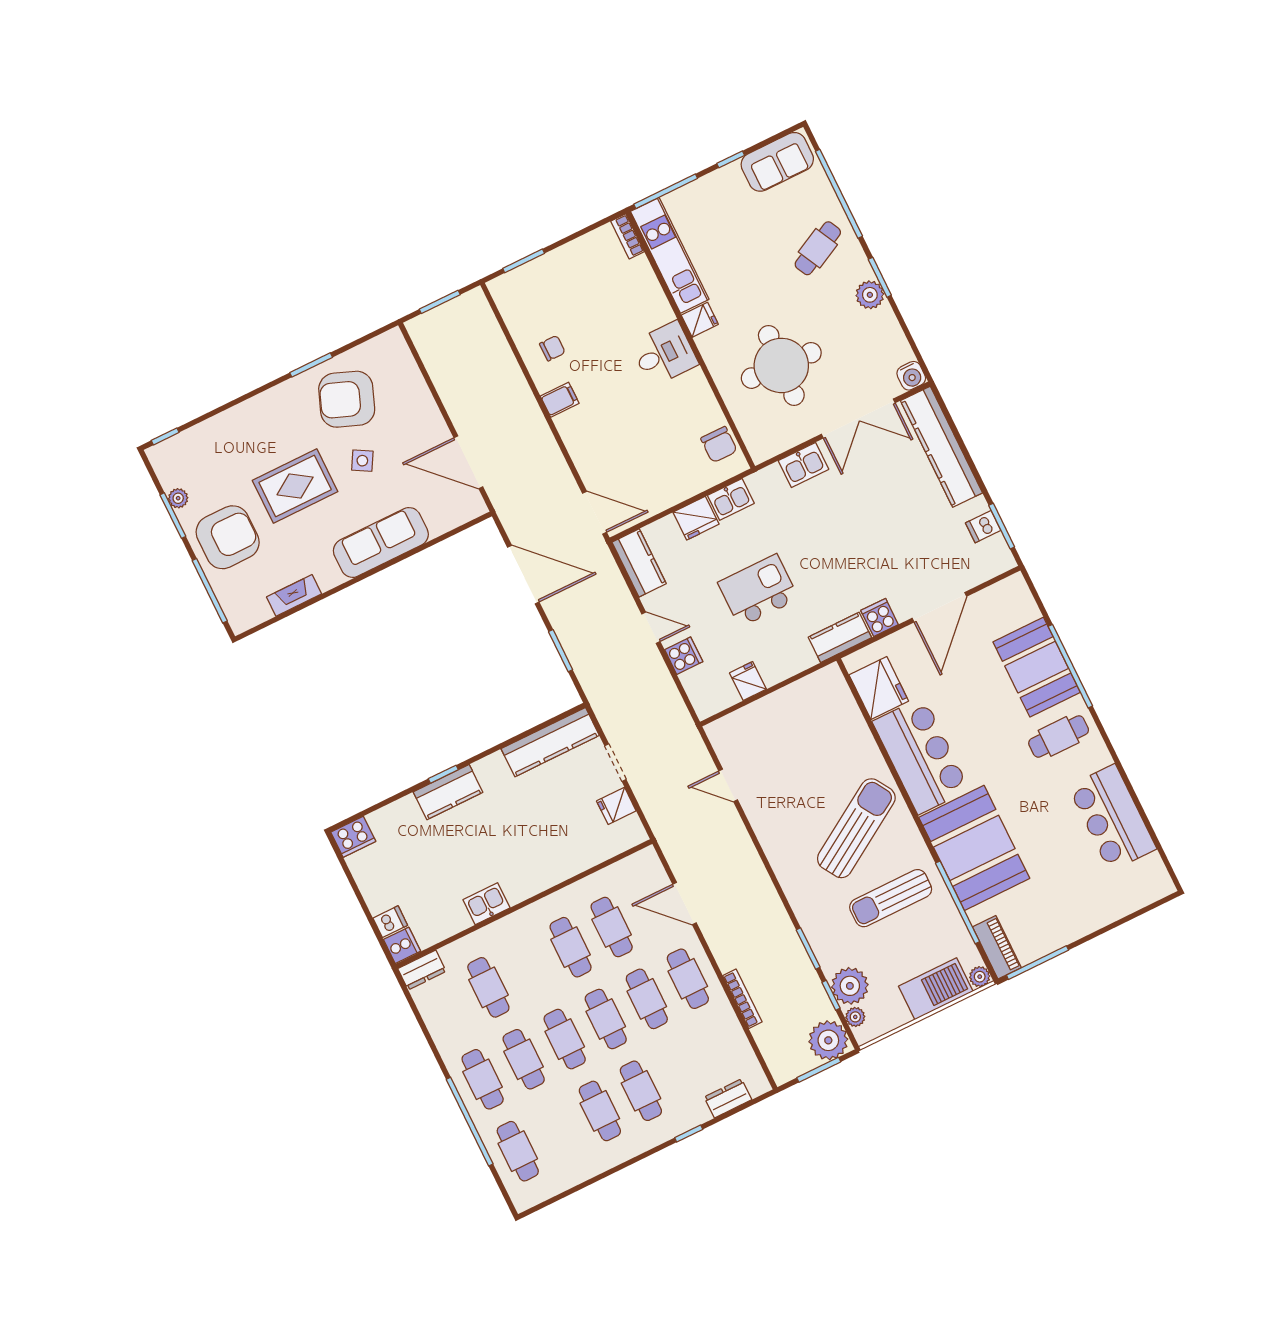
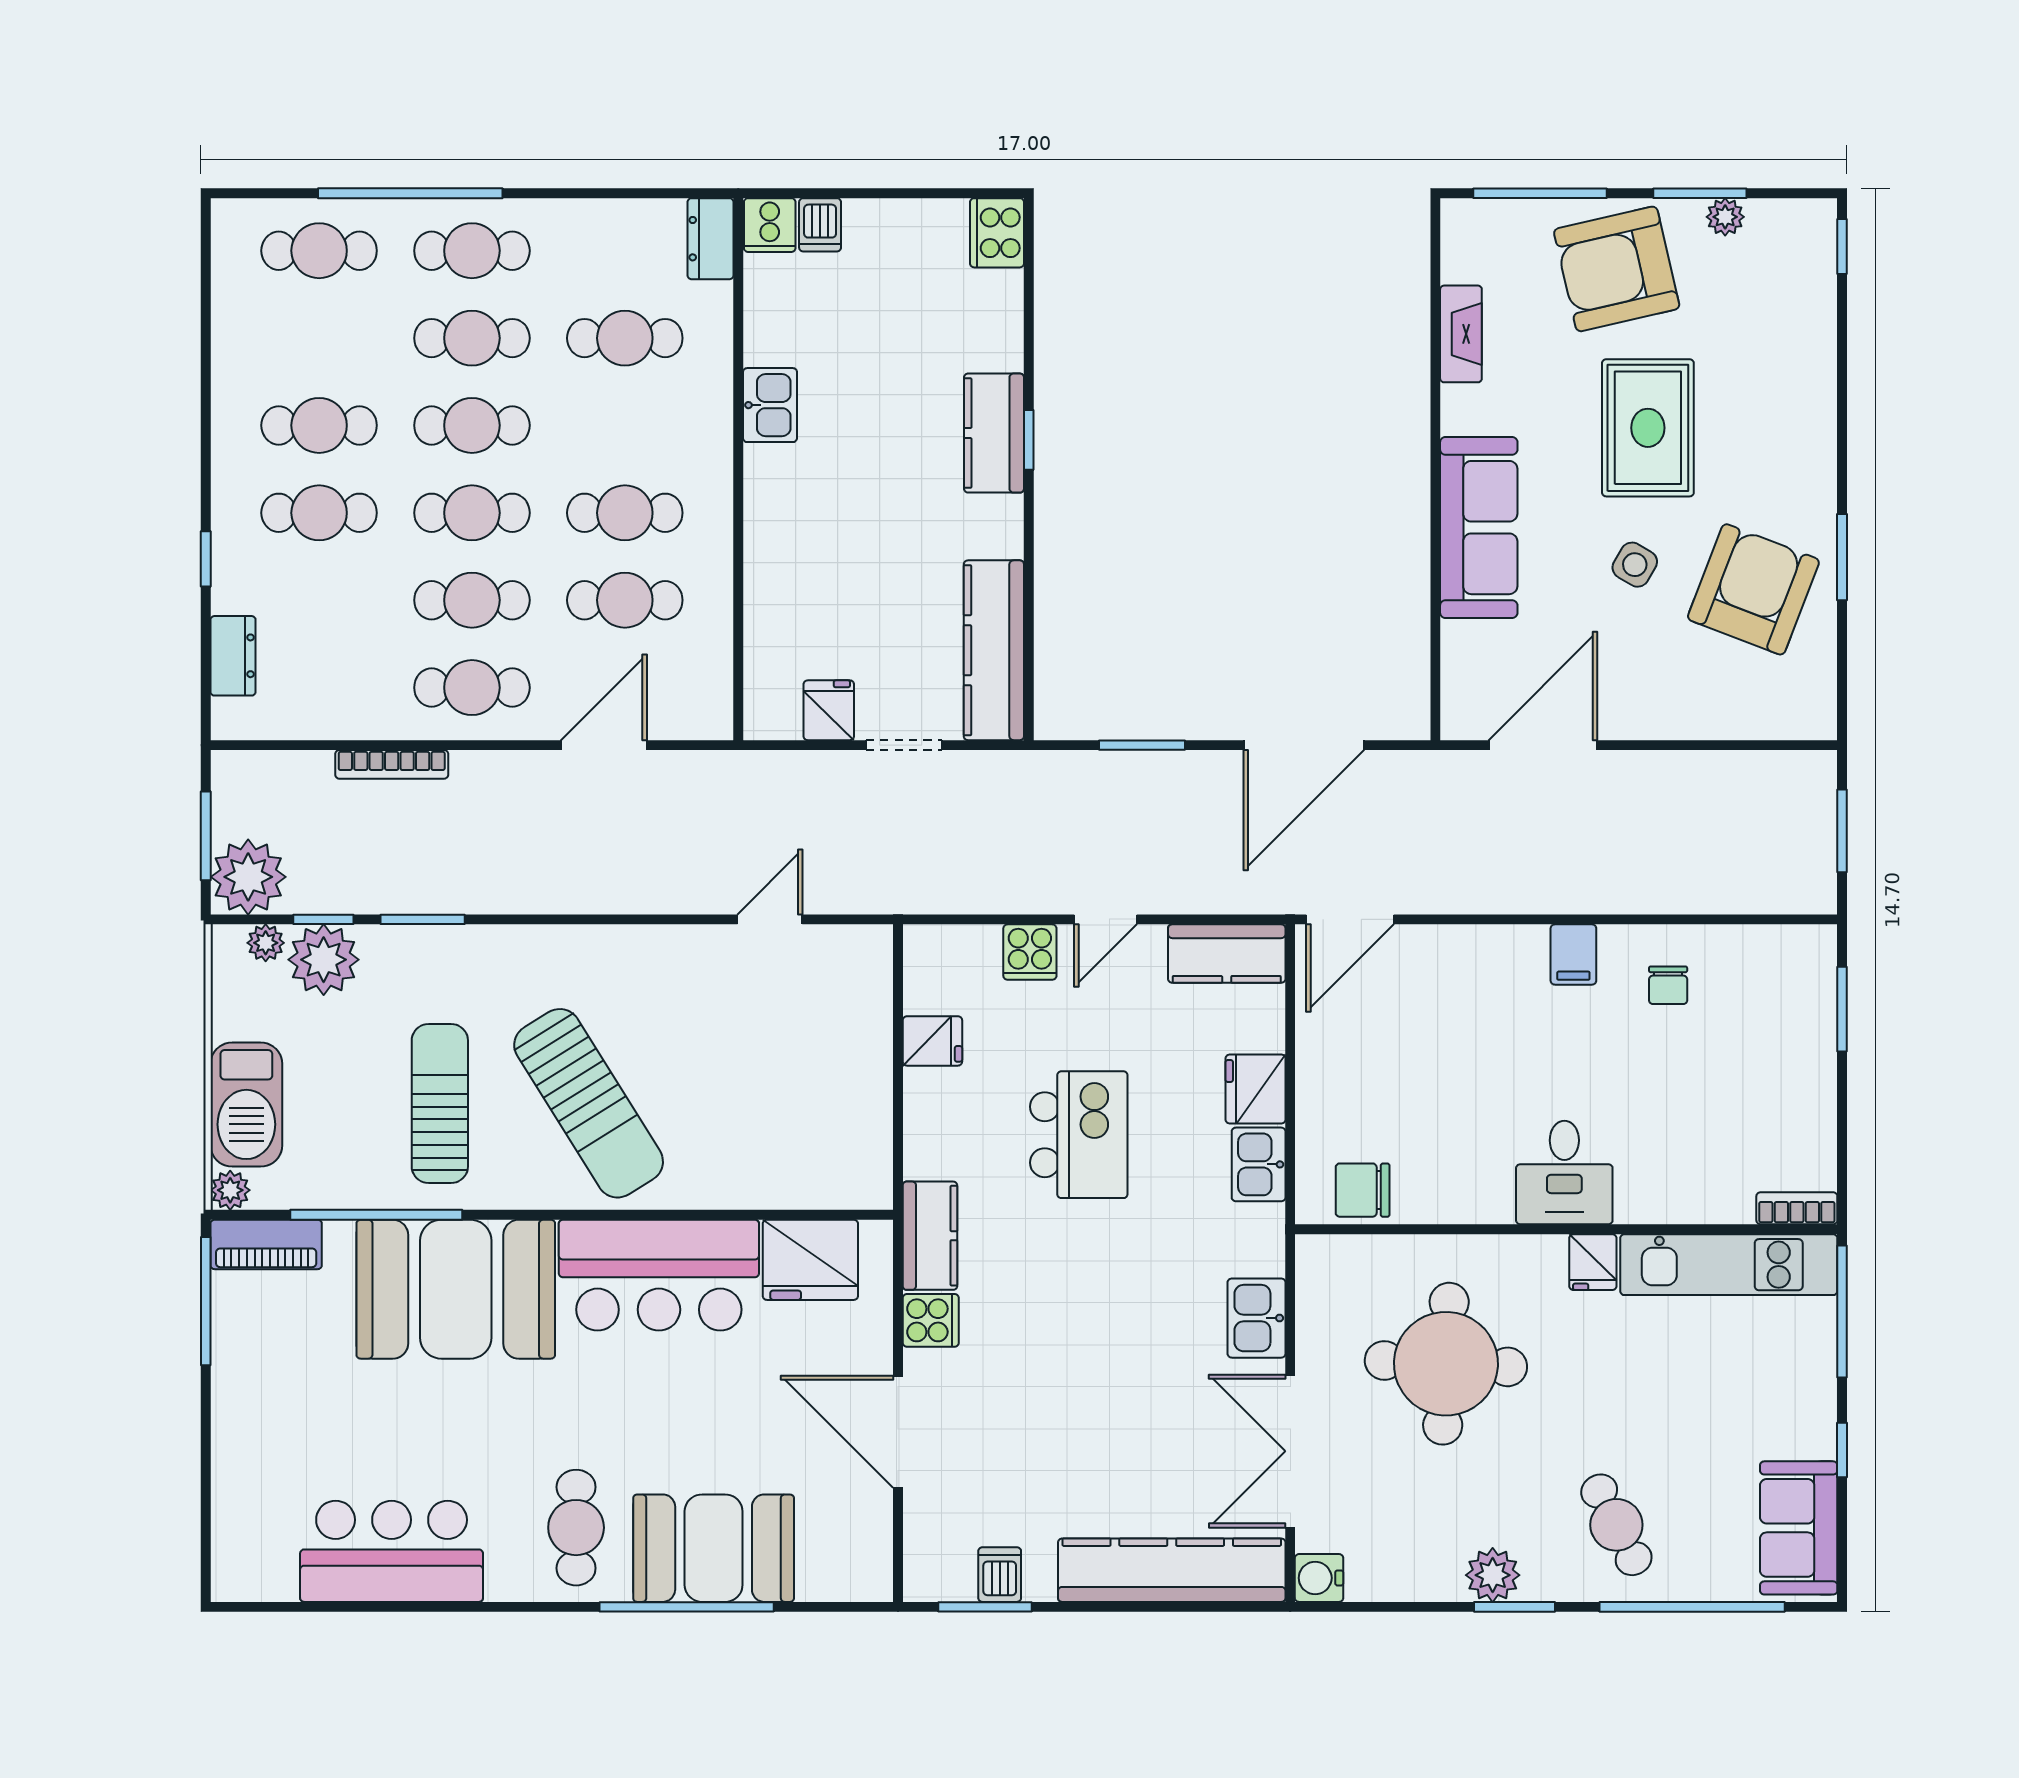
armchair: (228, 537) -> (1617, 269), turned 77

